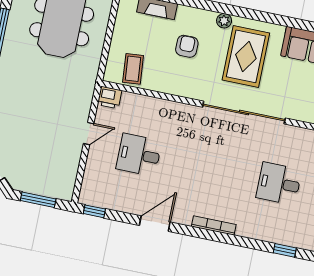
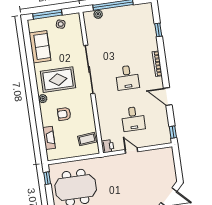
desk: (279, 184) -> (127, 78), moved
window: (38, 200) -> (178, 165), removed
window: (285, 250) -> (158, 30), moved

